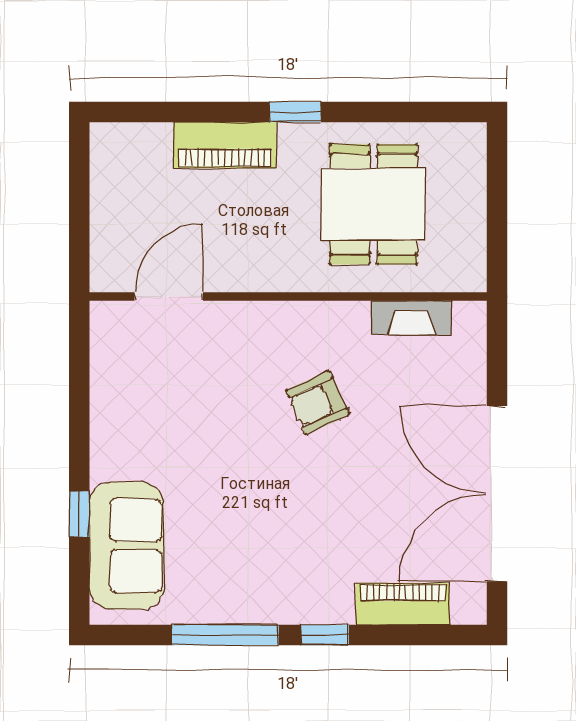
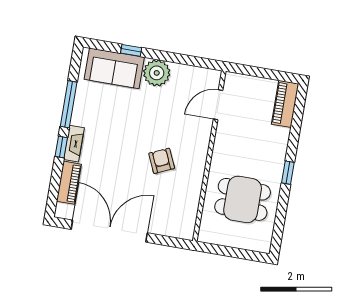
piano: (225, 145) -> (285, 104), moved
door: (169, 296) -> (218, 105), swing flipped
fireplace: (411, 318) -> (74, 144), moved, turned 180
plant: (120, 448) -> (157, 73), added

